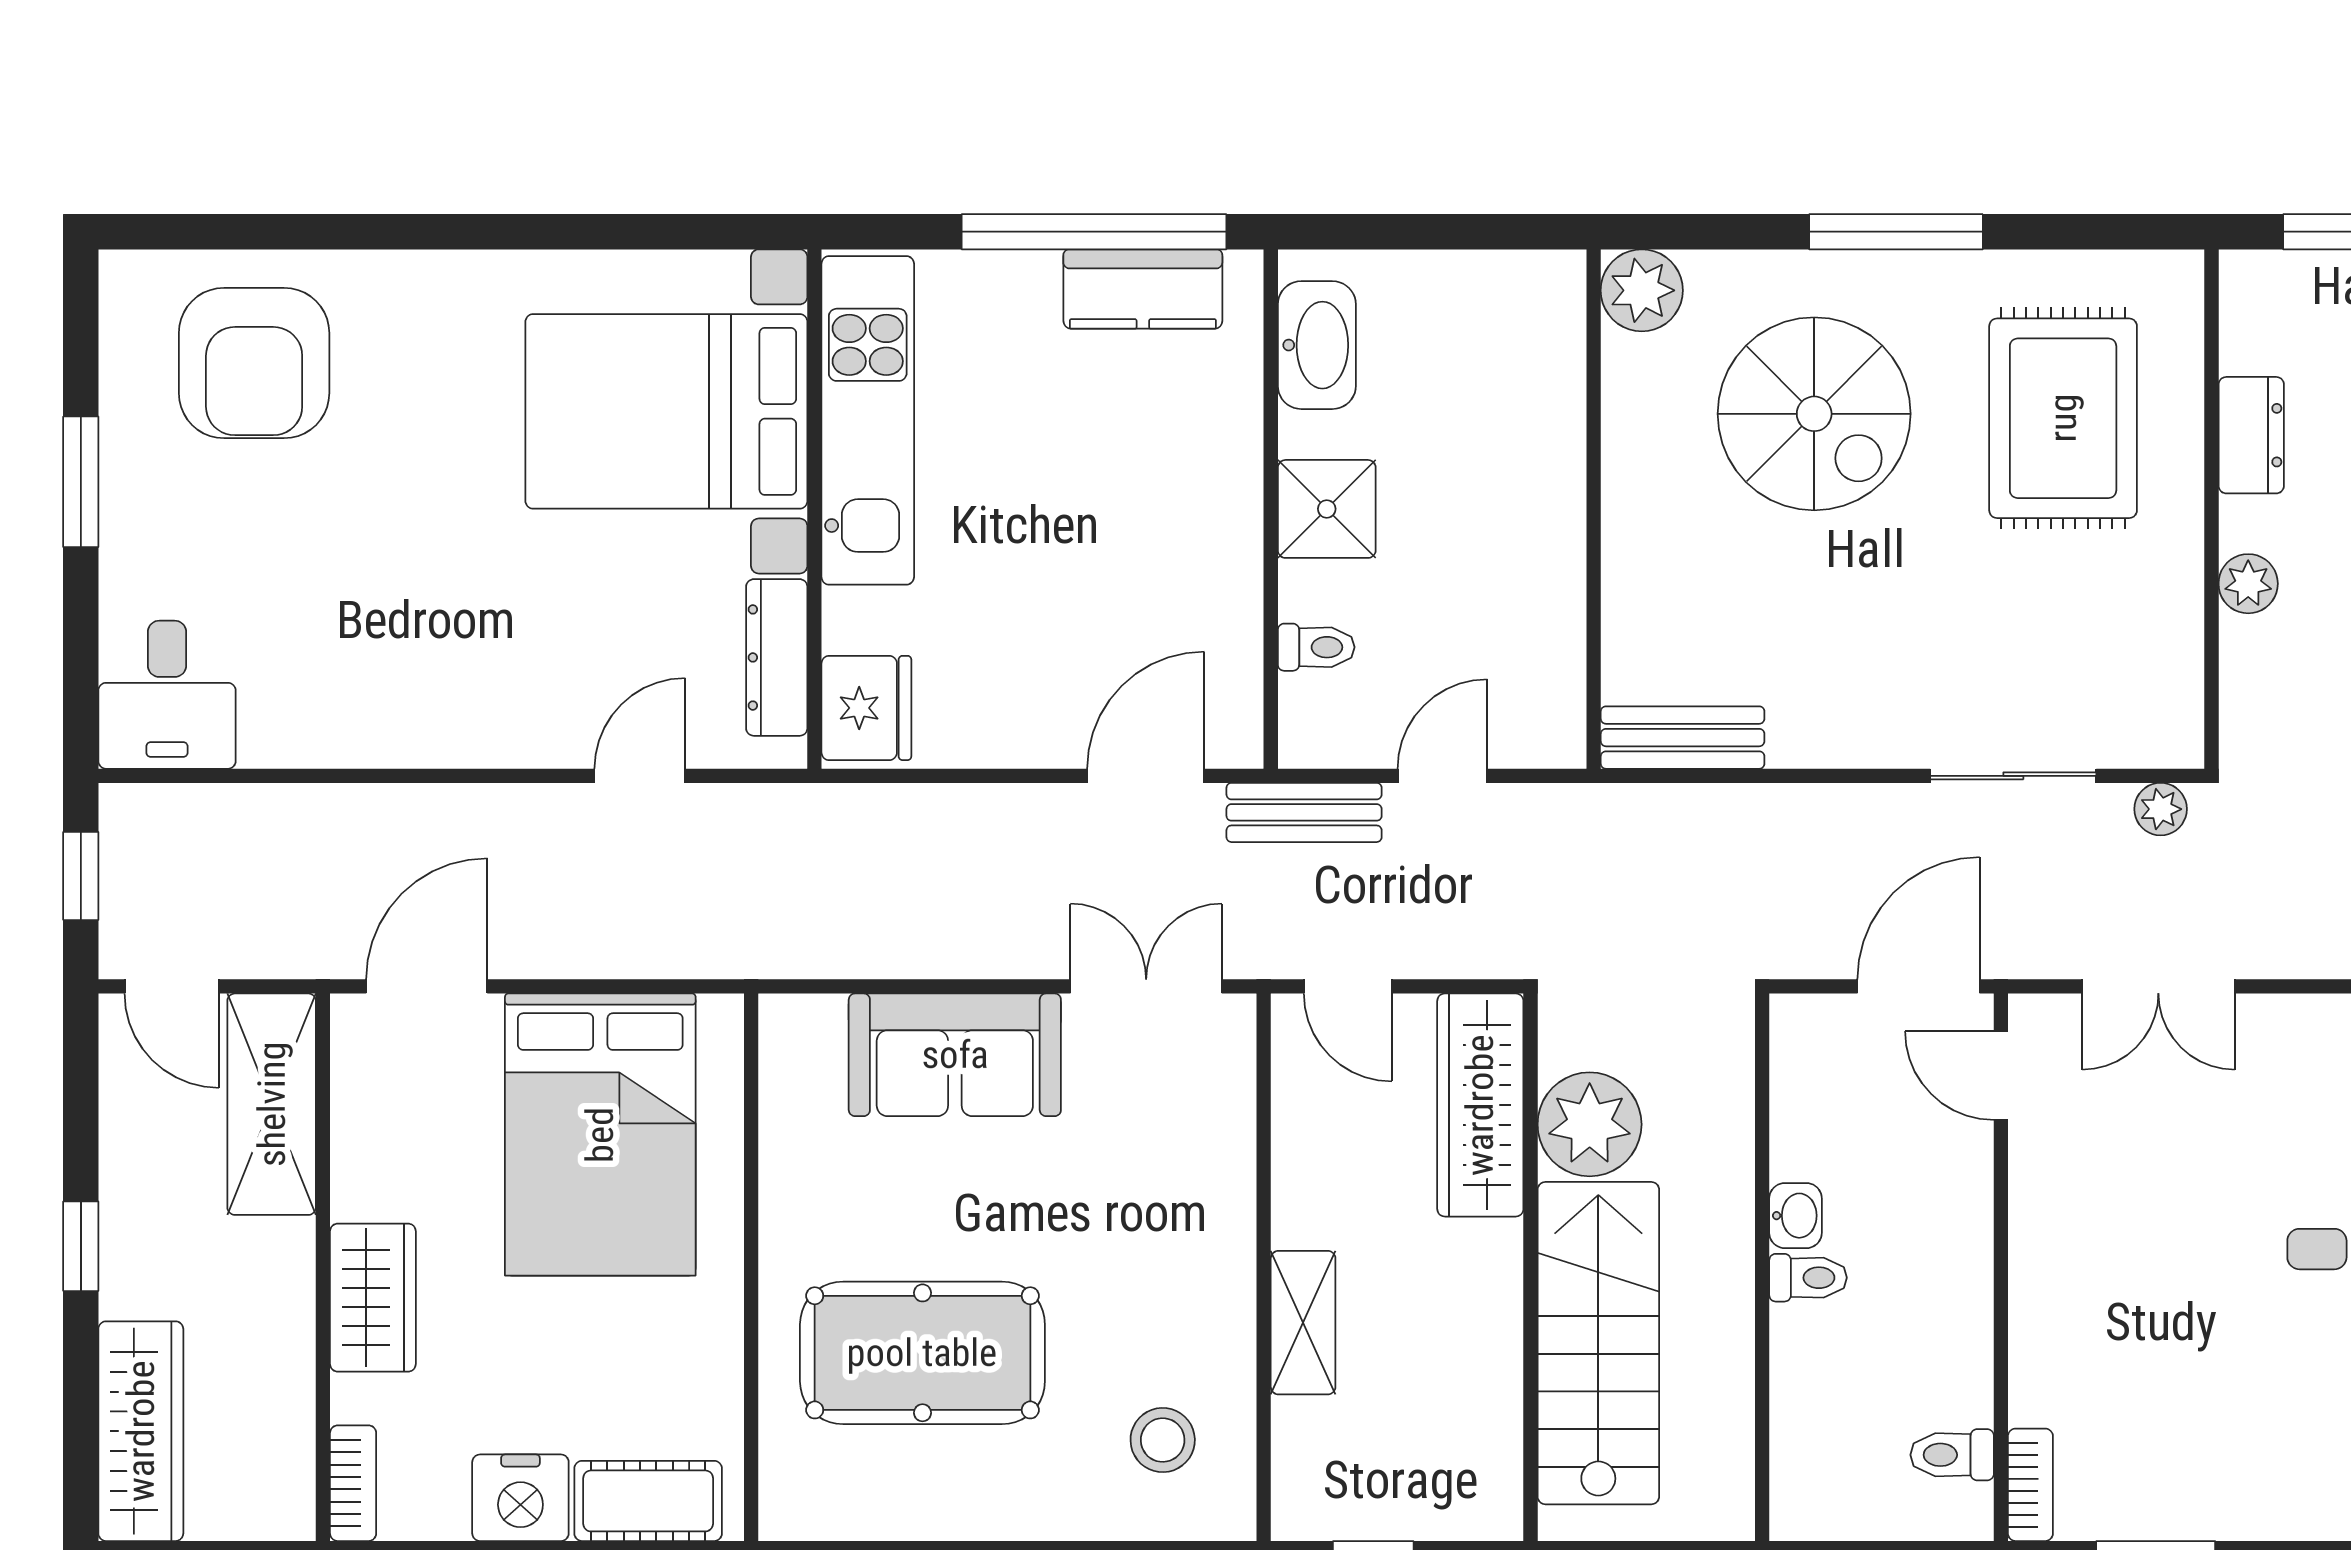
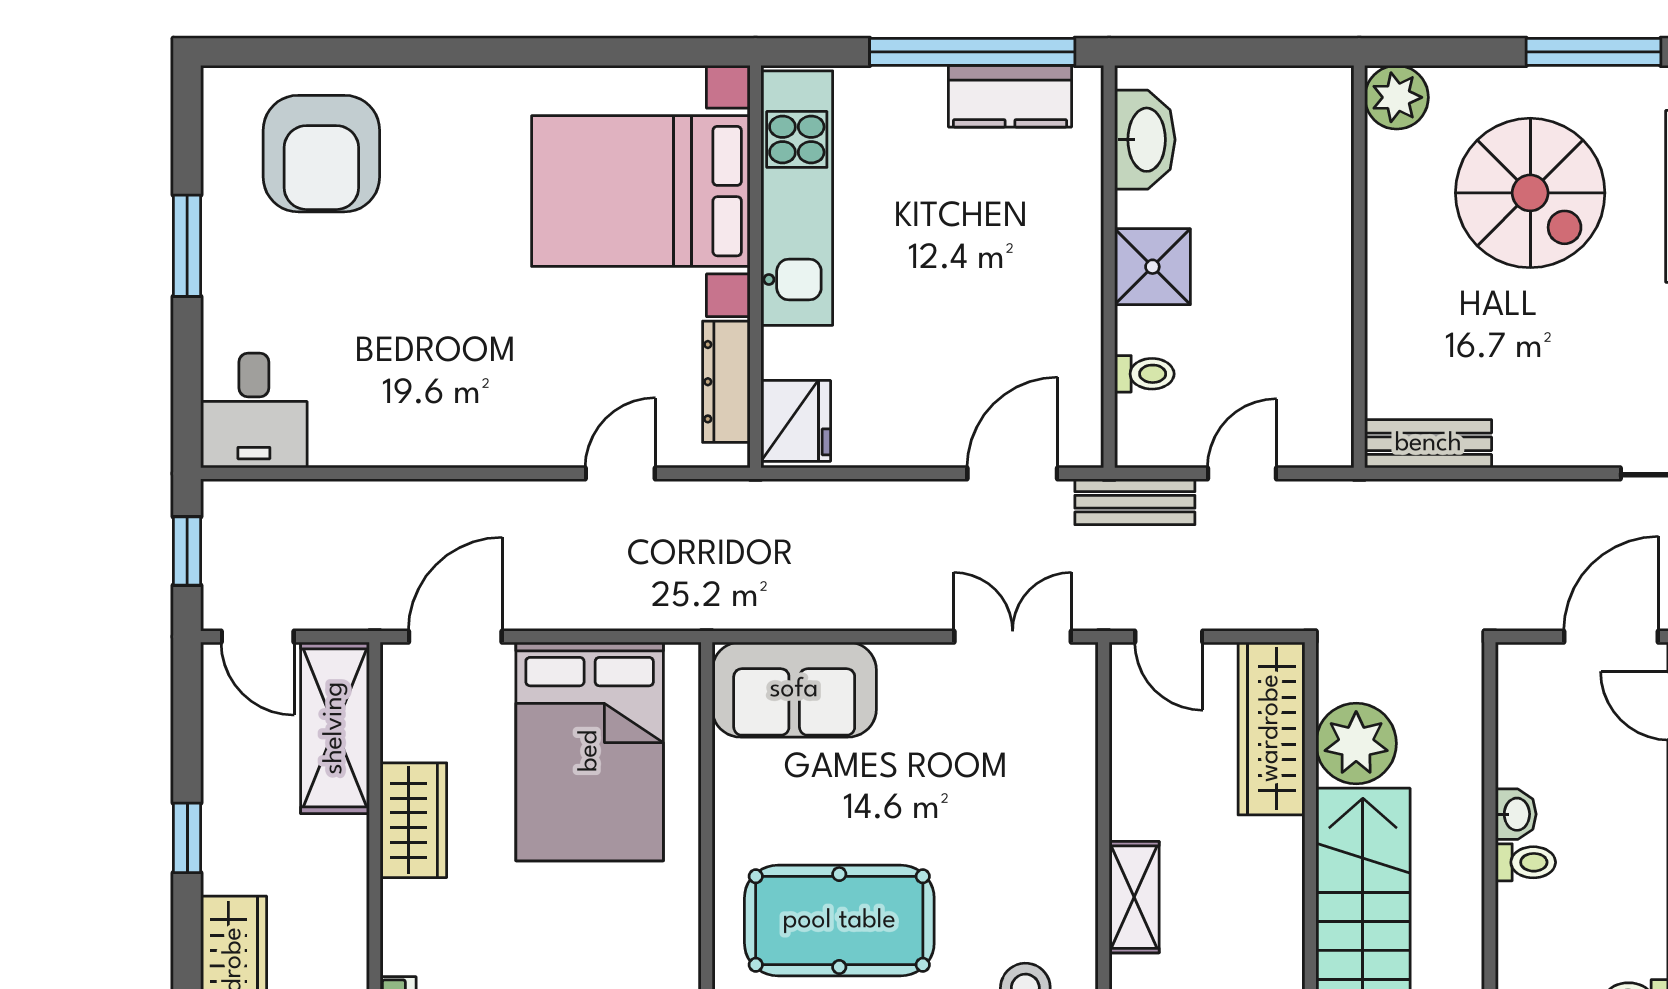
sofa: (955, 1055) -> (794, 690), moved
wardrobe: (373, 1298) -> (413, 820), moved

